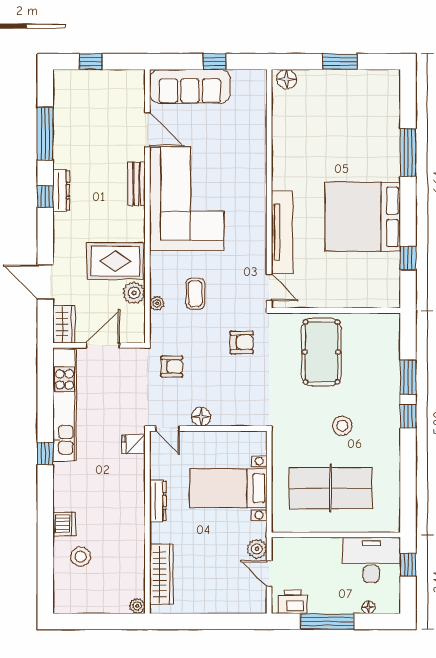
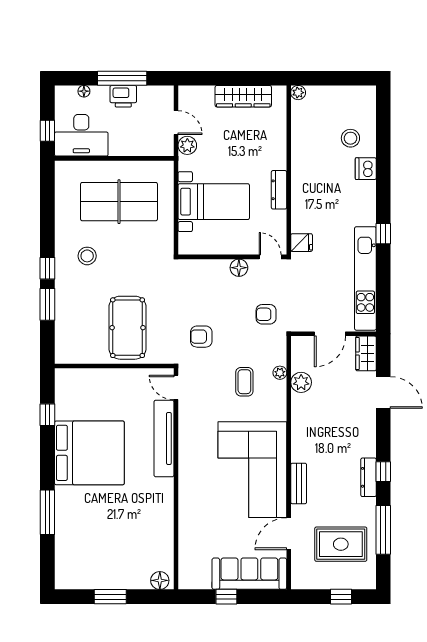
door: (147, 130) -> (289, 534), hinge flipped
rug: (115, 261) -> (341, 544), moved
stool: (342, 426) -> (87, 256), moved
wardrobe: (161, 574) -> (243, 96), moved, turned -90
printer: (293, 602) -> (123, 96), moved

